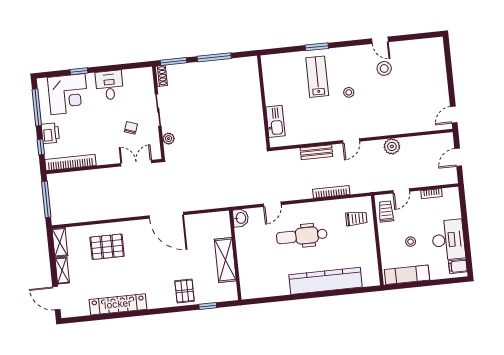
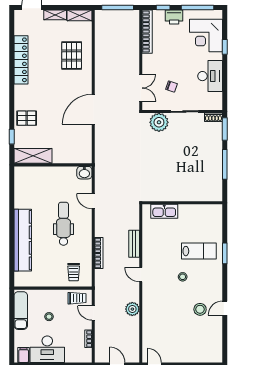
desk: (109, 85) -> (210, 76), width x1.37
plant: (169, 139) -> (159, 122), width x1.87, depth x1.87
shelving: (225, 260) -> (33, 156), moved

